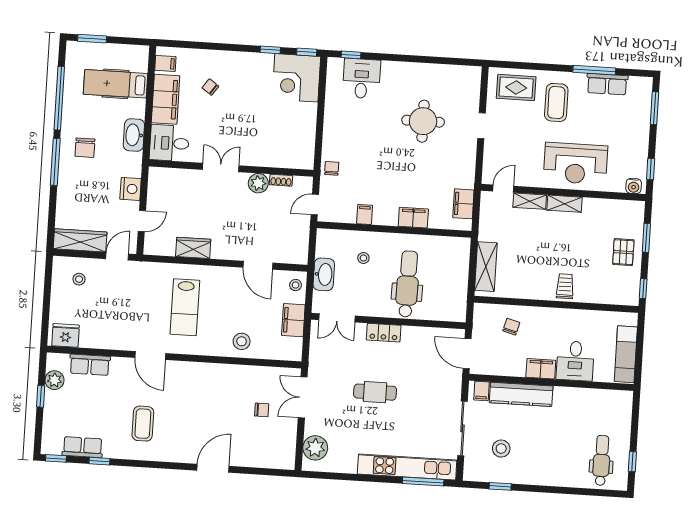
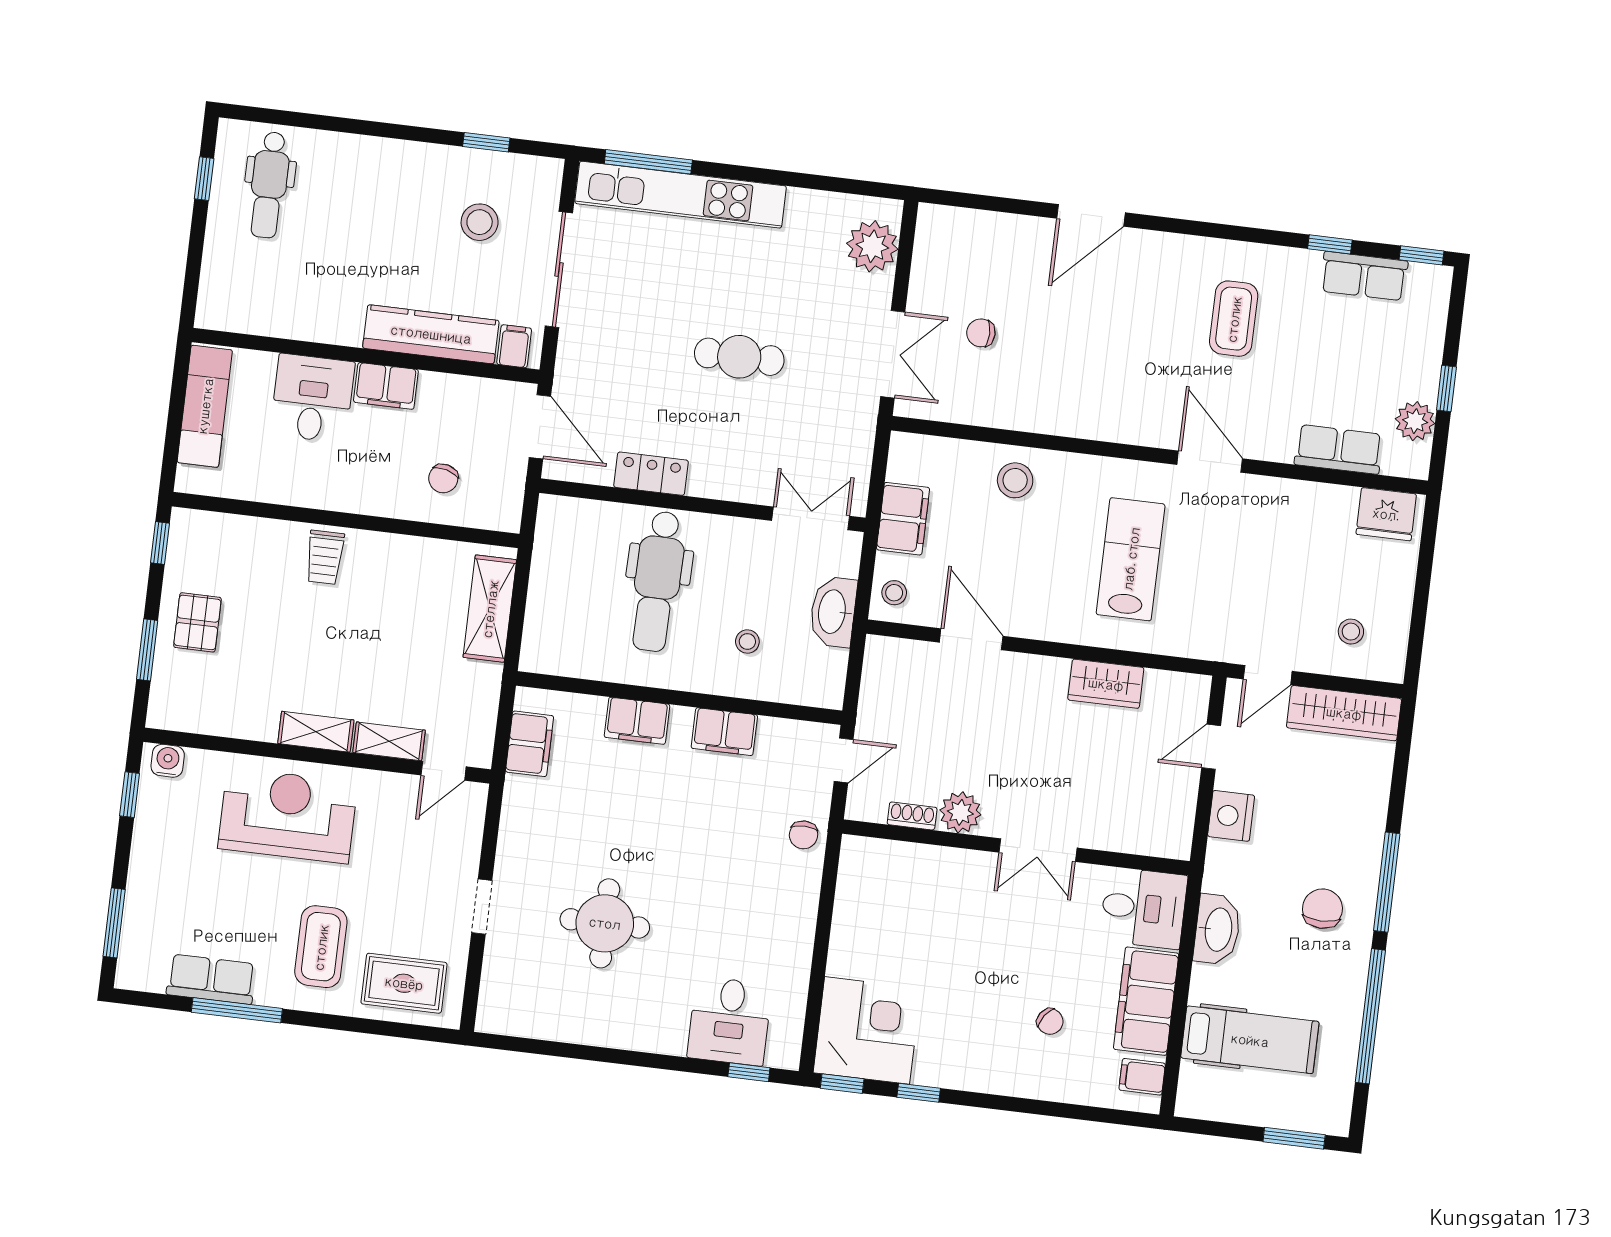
filing cabinet: (365, 214) -> (724, 732), width x2.00
locker: (384, 333) -> (651, 474), moved

